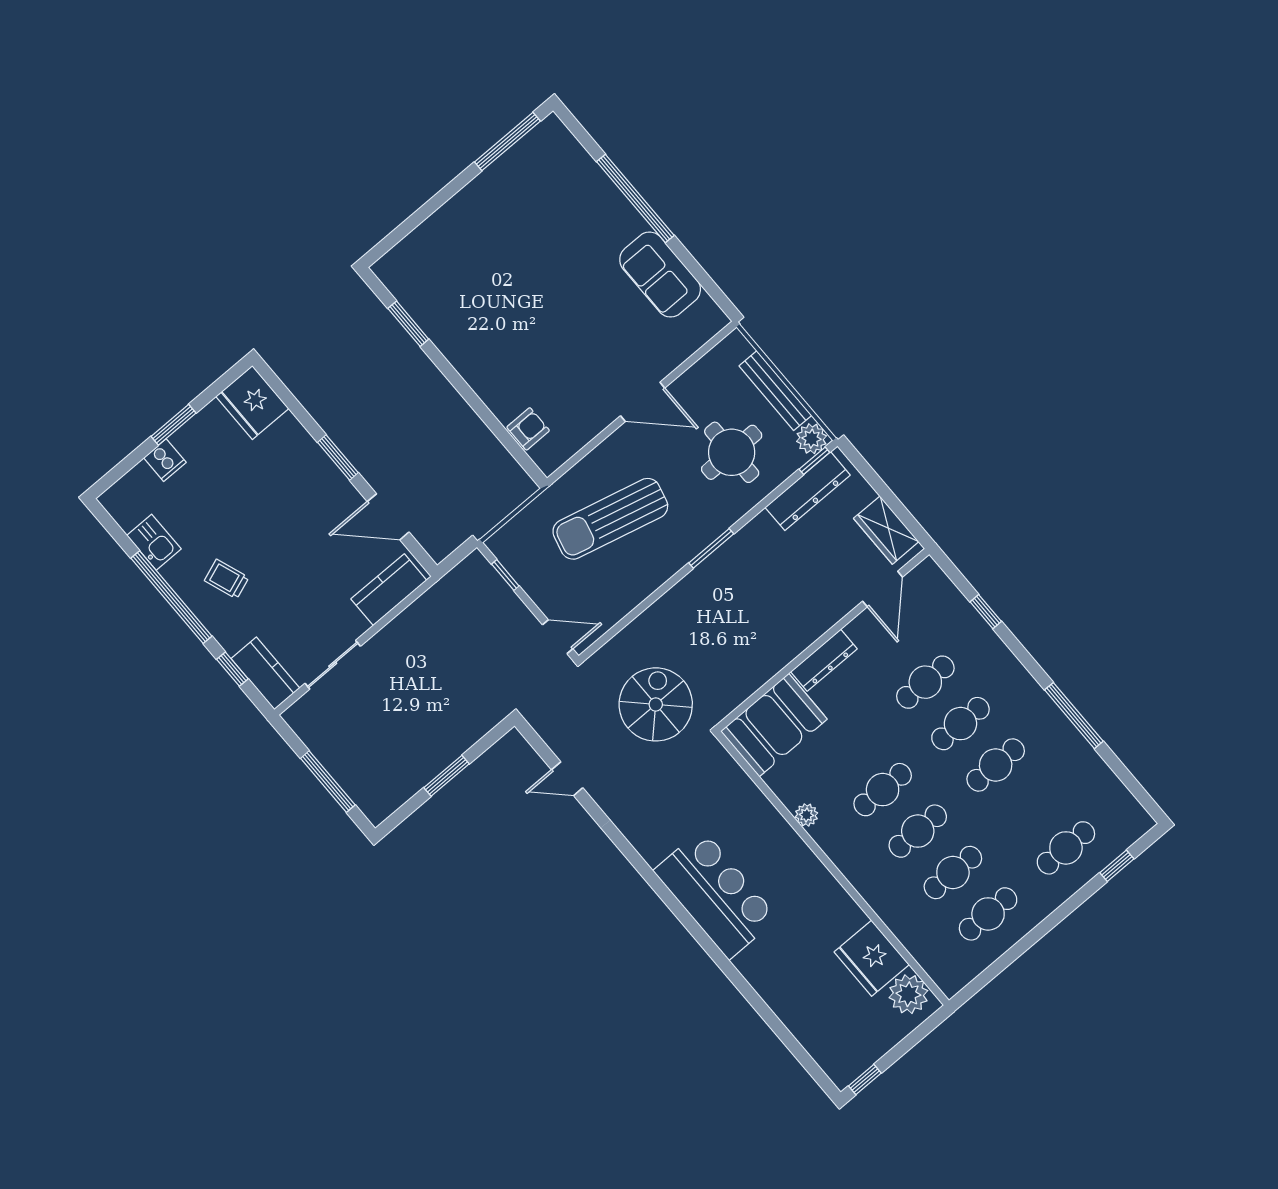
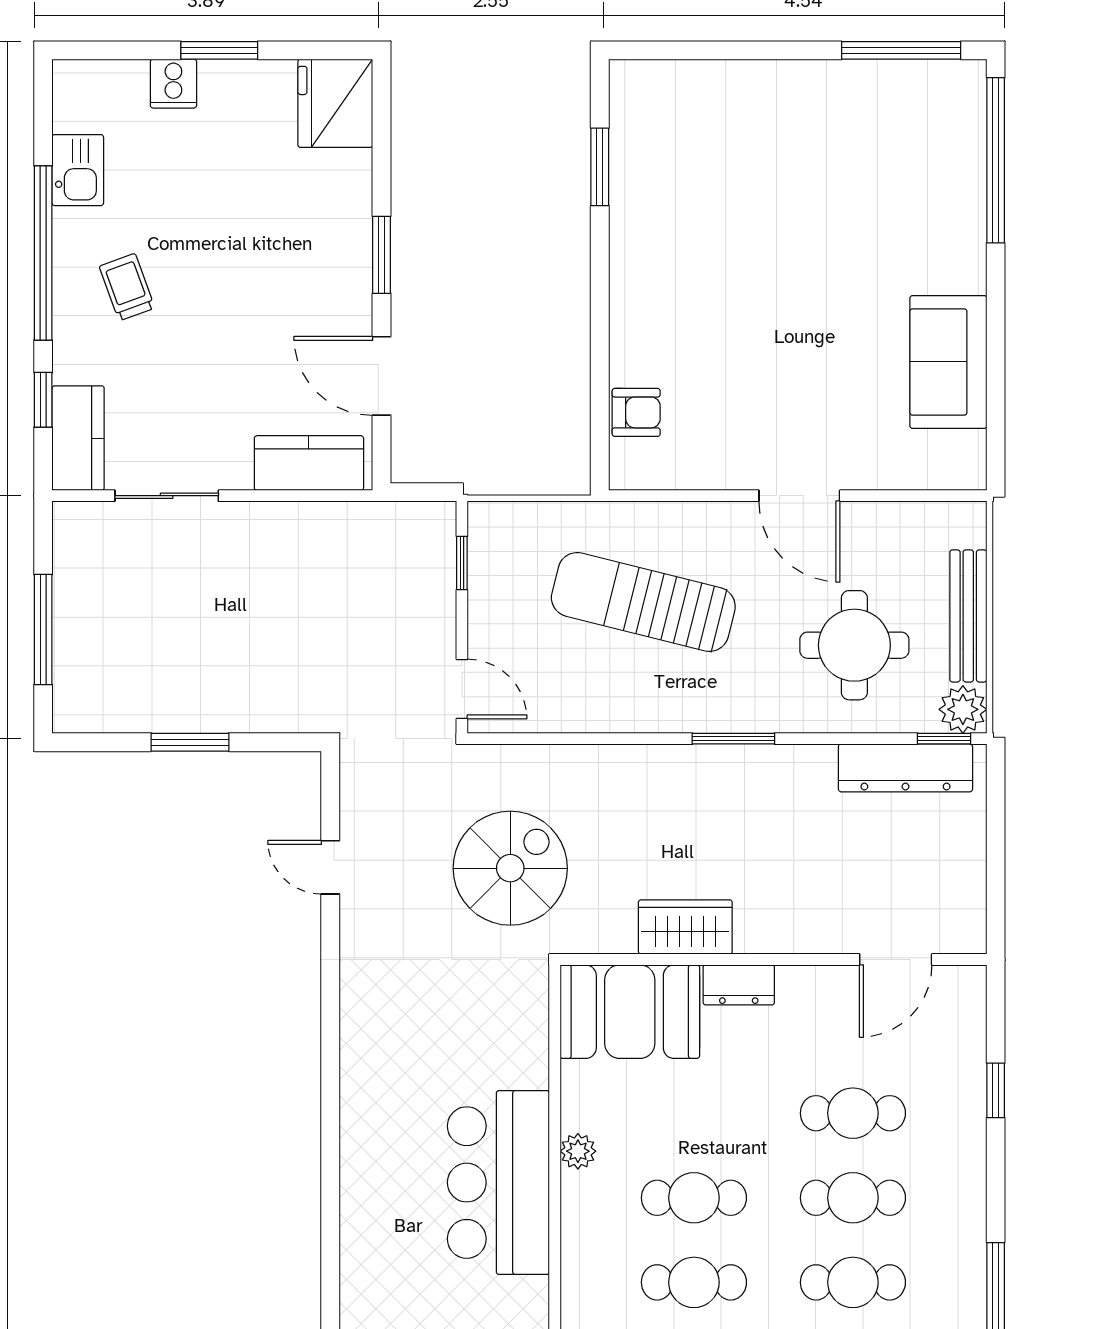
window: (635, 199) -> (996, 160), moved
wardrobe: (886, 530) -> (685, 927), moved, turned 90
dresser: (824, 660) -> (739, 985), width x0.70
bar counter: (716, 894) -> (498, 1183), moved, turned 180

